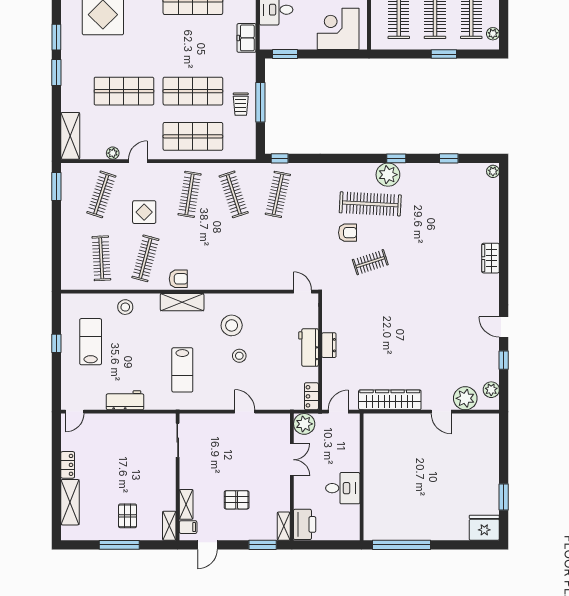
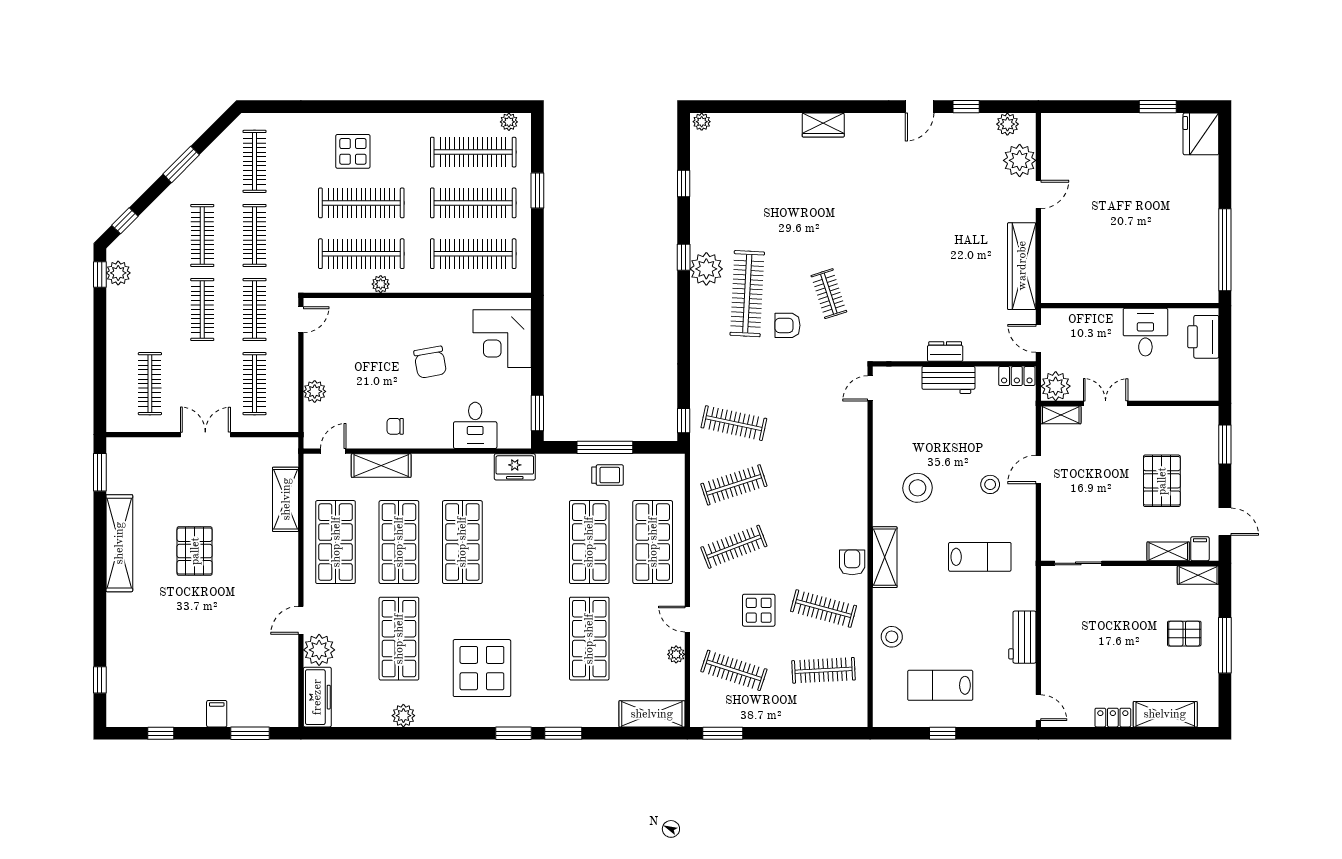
clothes rail: (190, 194) -> (734, 547), turned -30
armchair: (348, 233) -> (787, 325), turned -90
stool: (239, 356) -> (990, 484), moved
pallet: (237, 500) -> (1162, 481), width x1.50, depth x1.42
printer: (305, 524) -> (1203, 337), moved, turned -90
shelving: (284, 526) -> (1061, 415), moved

